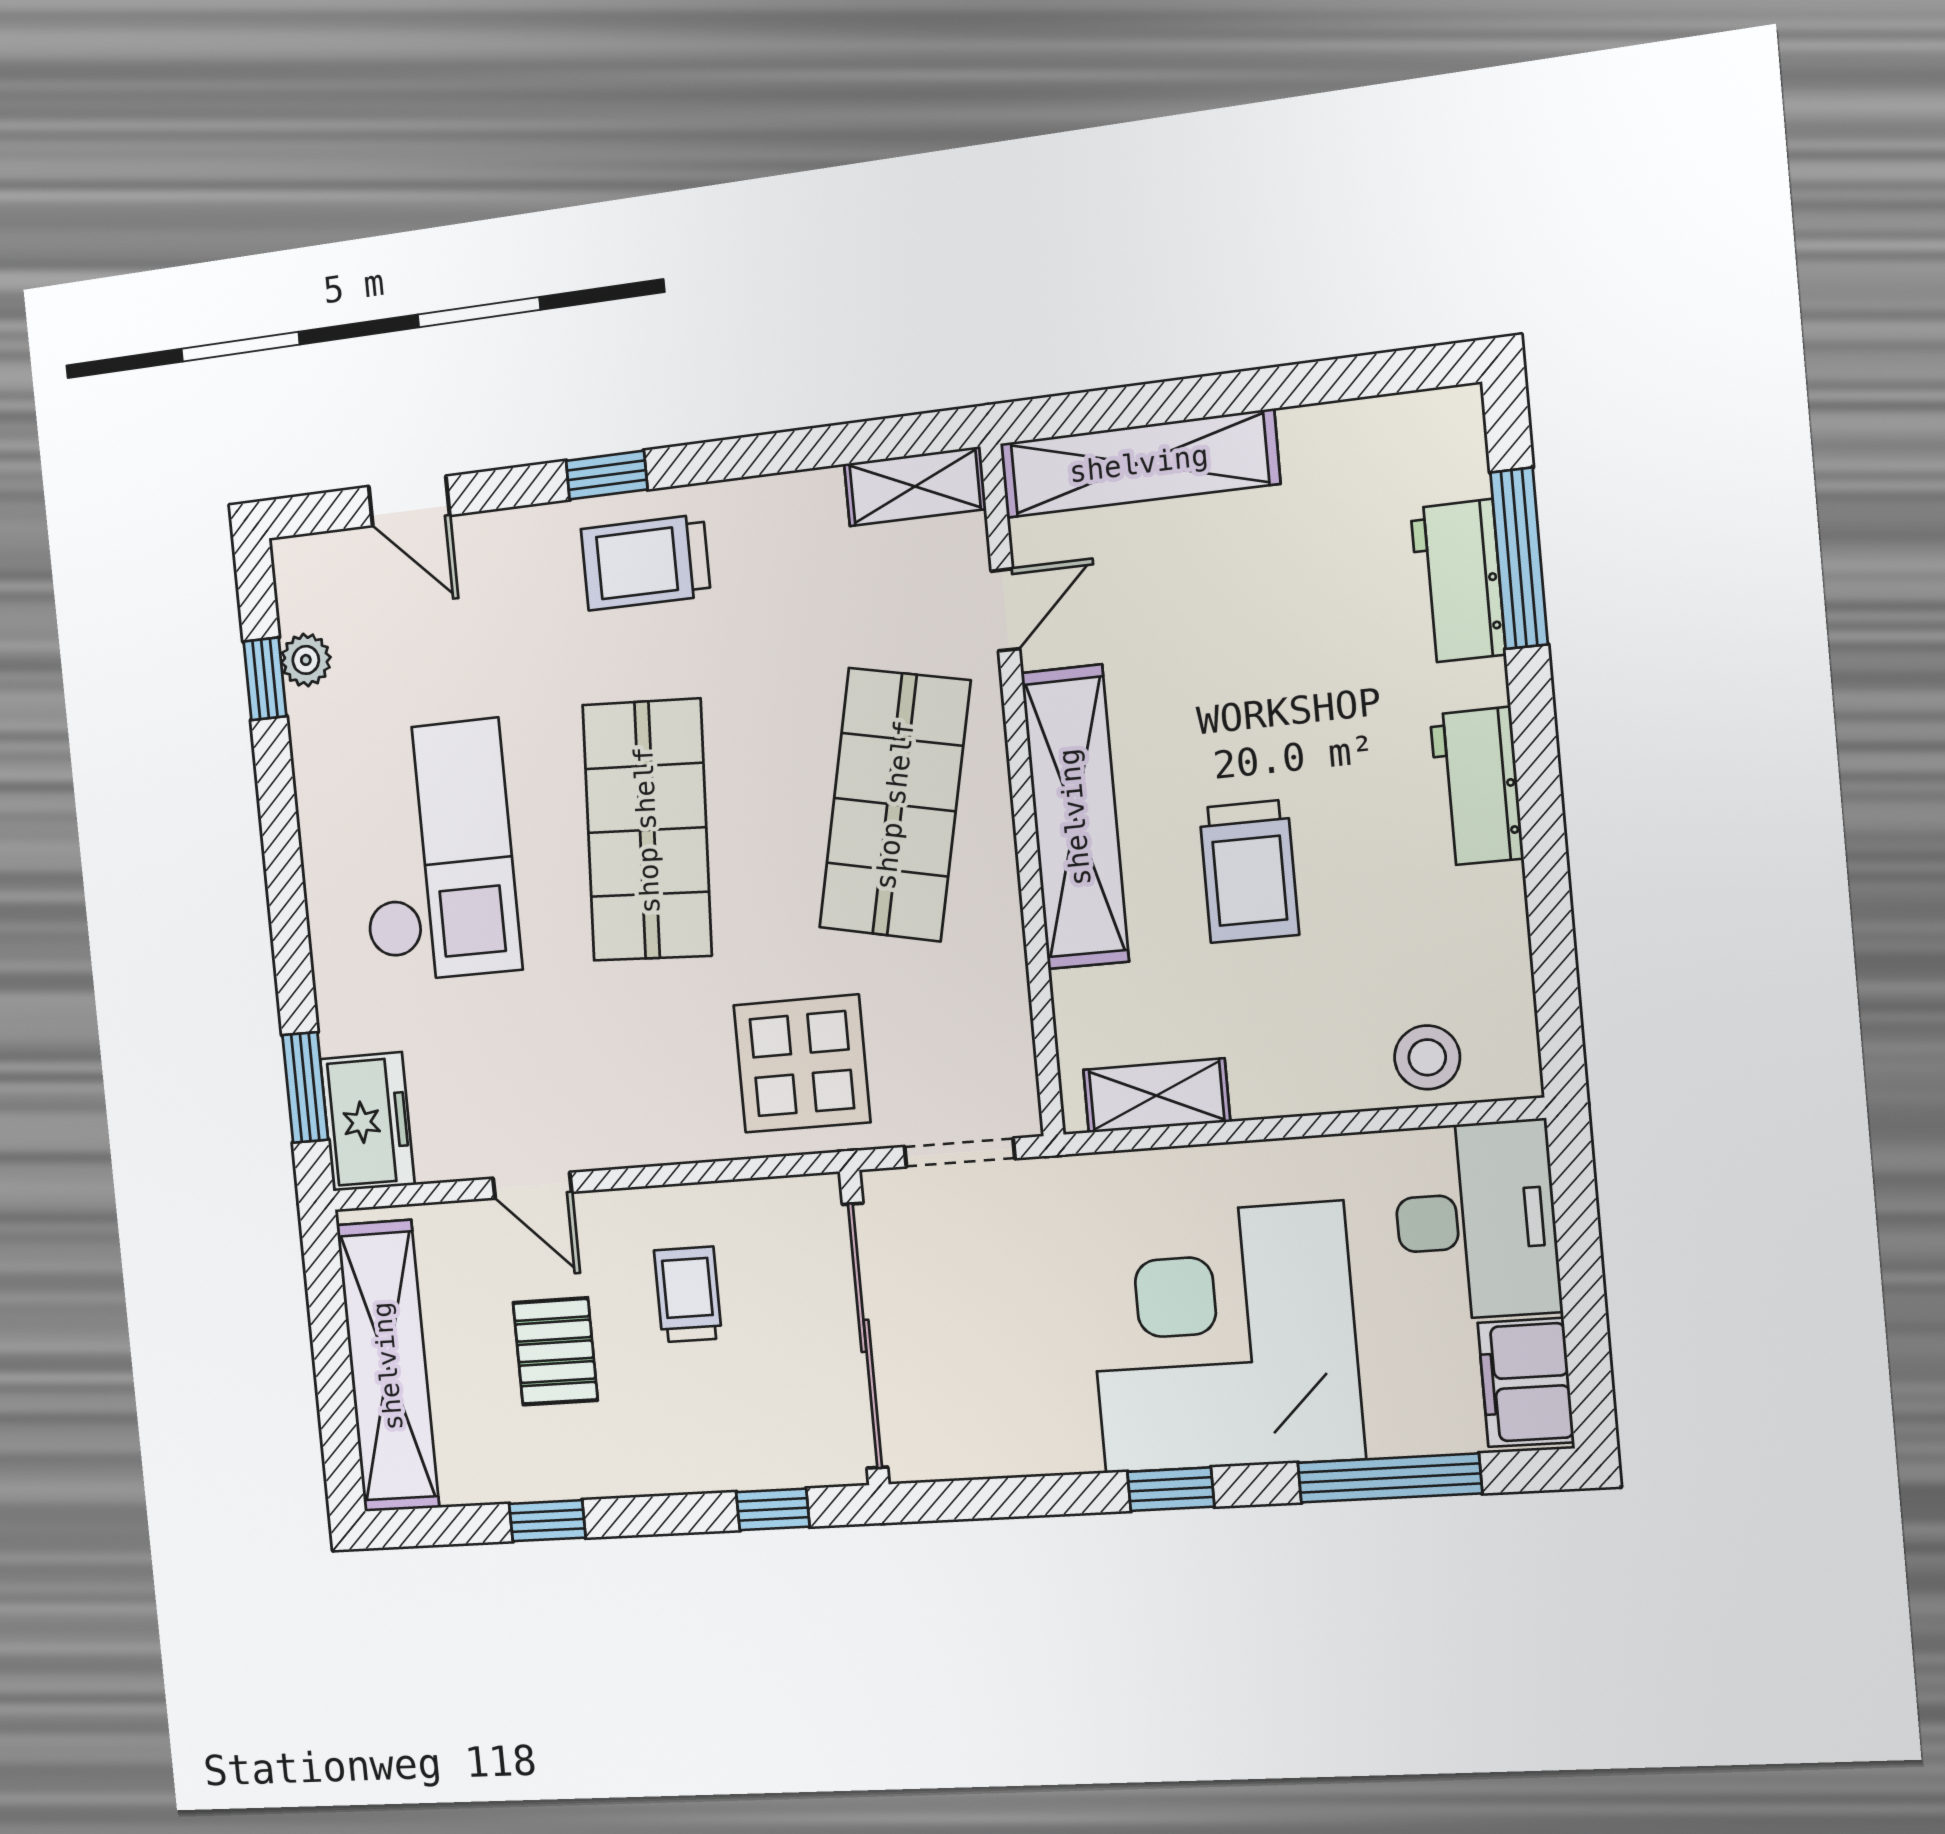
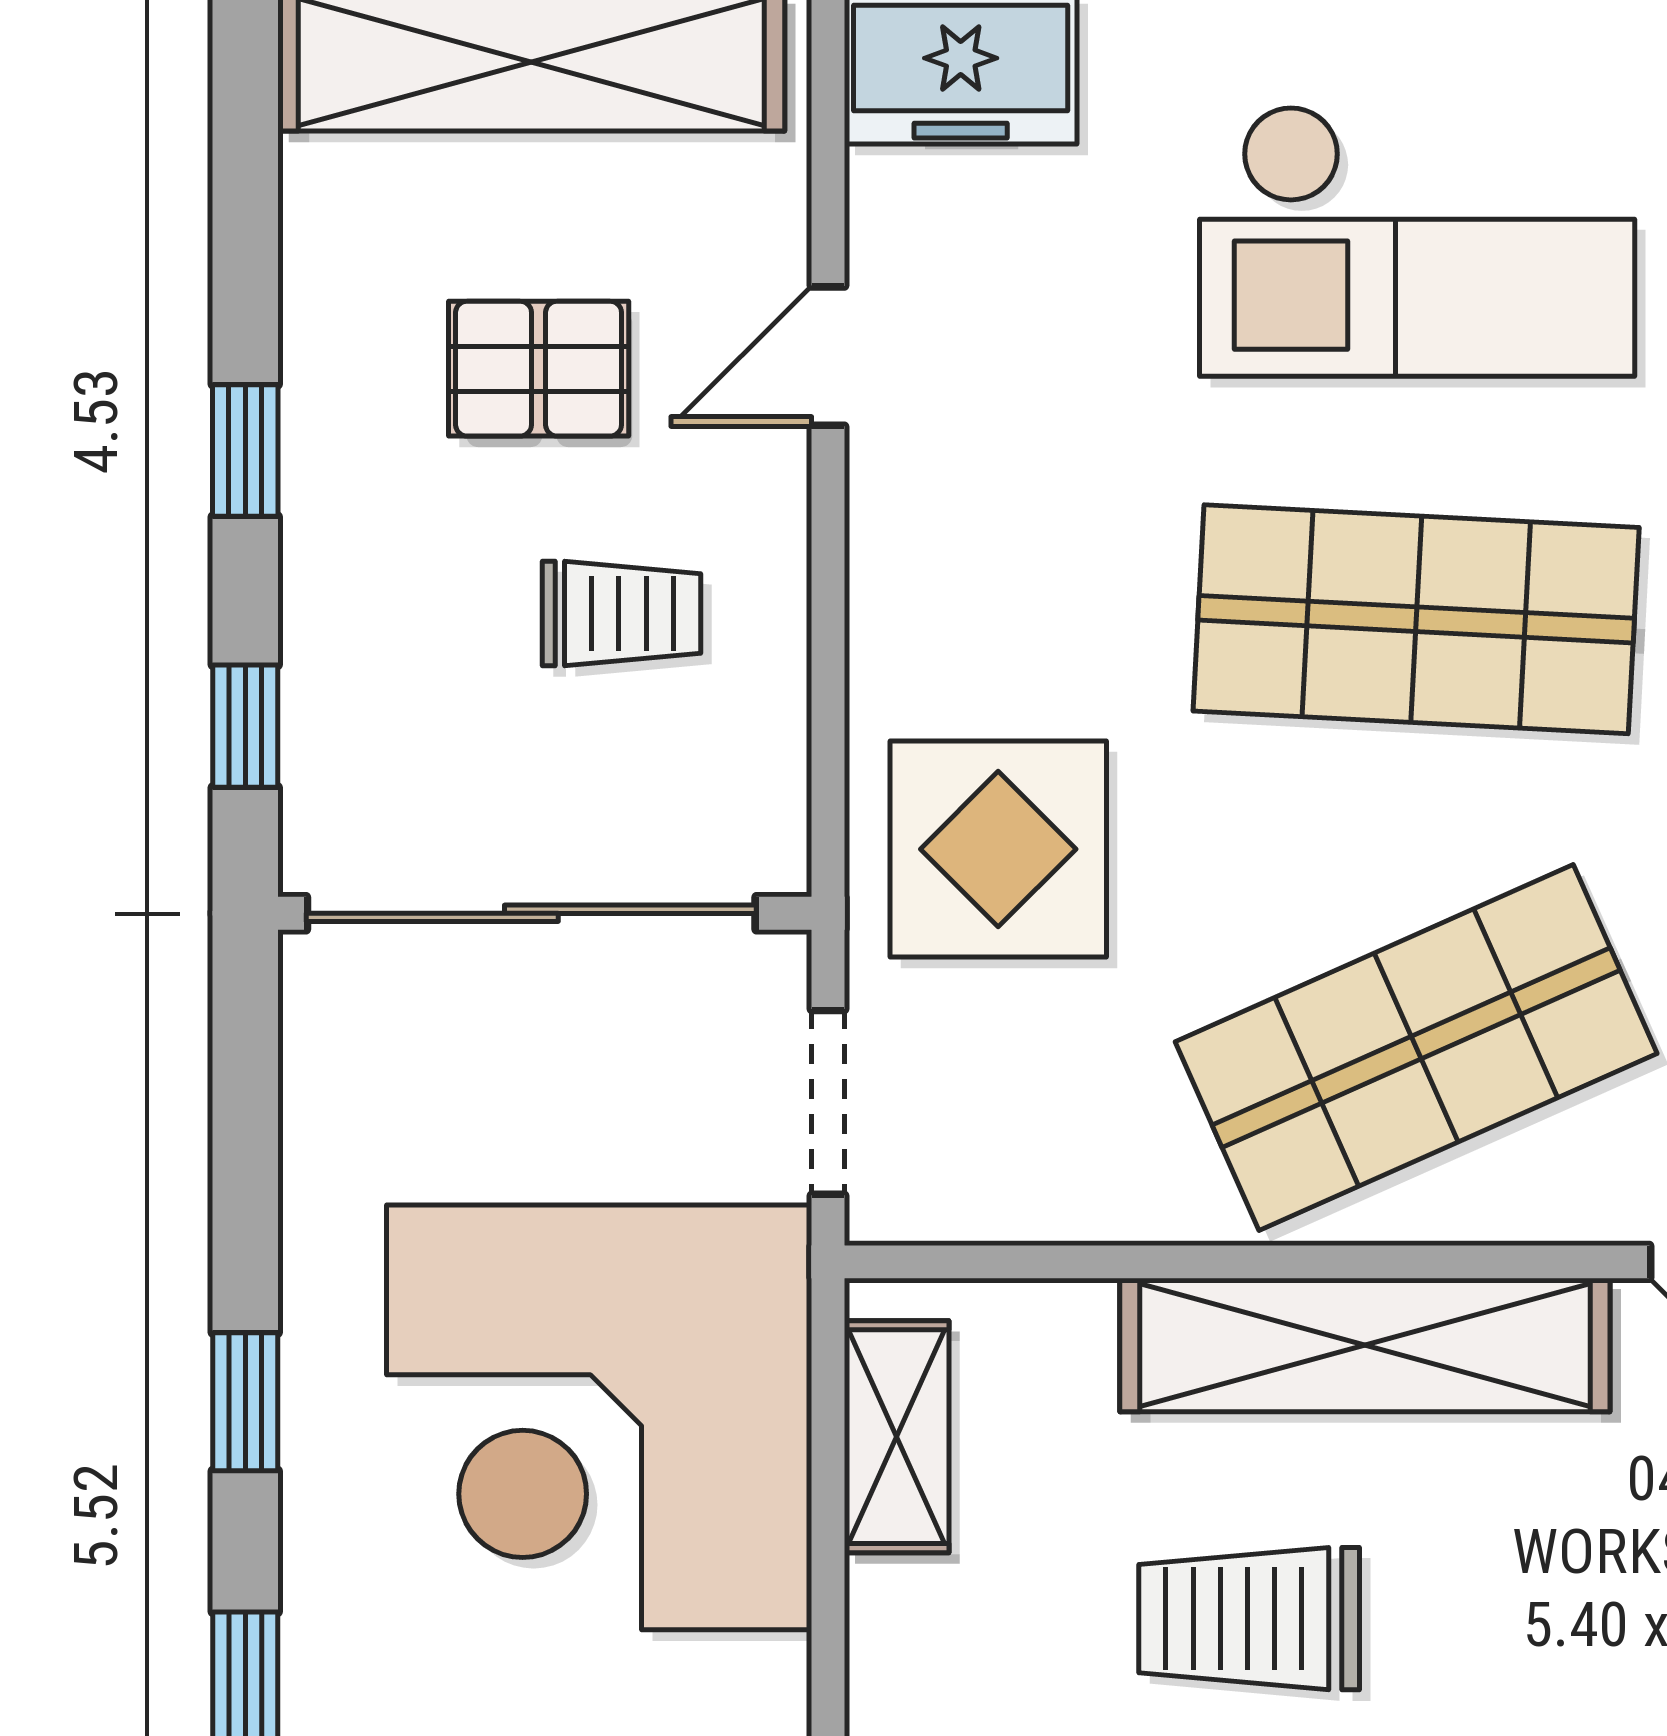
shop shelf: (895, 805) -> (1416, 1048), turned -36
corner desk: (1223, 1338) -> (599, 1417), moved, turned 180
window: (547, 1521) -> (245, 450), moved

